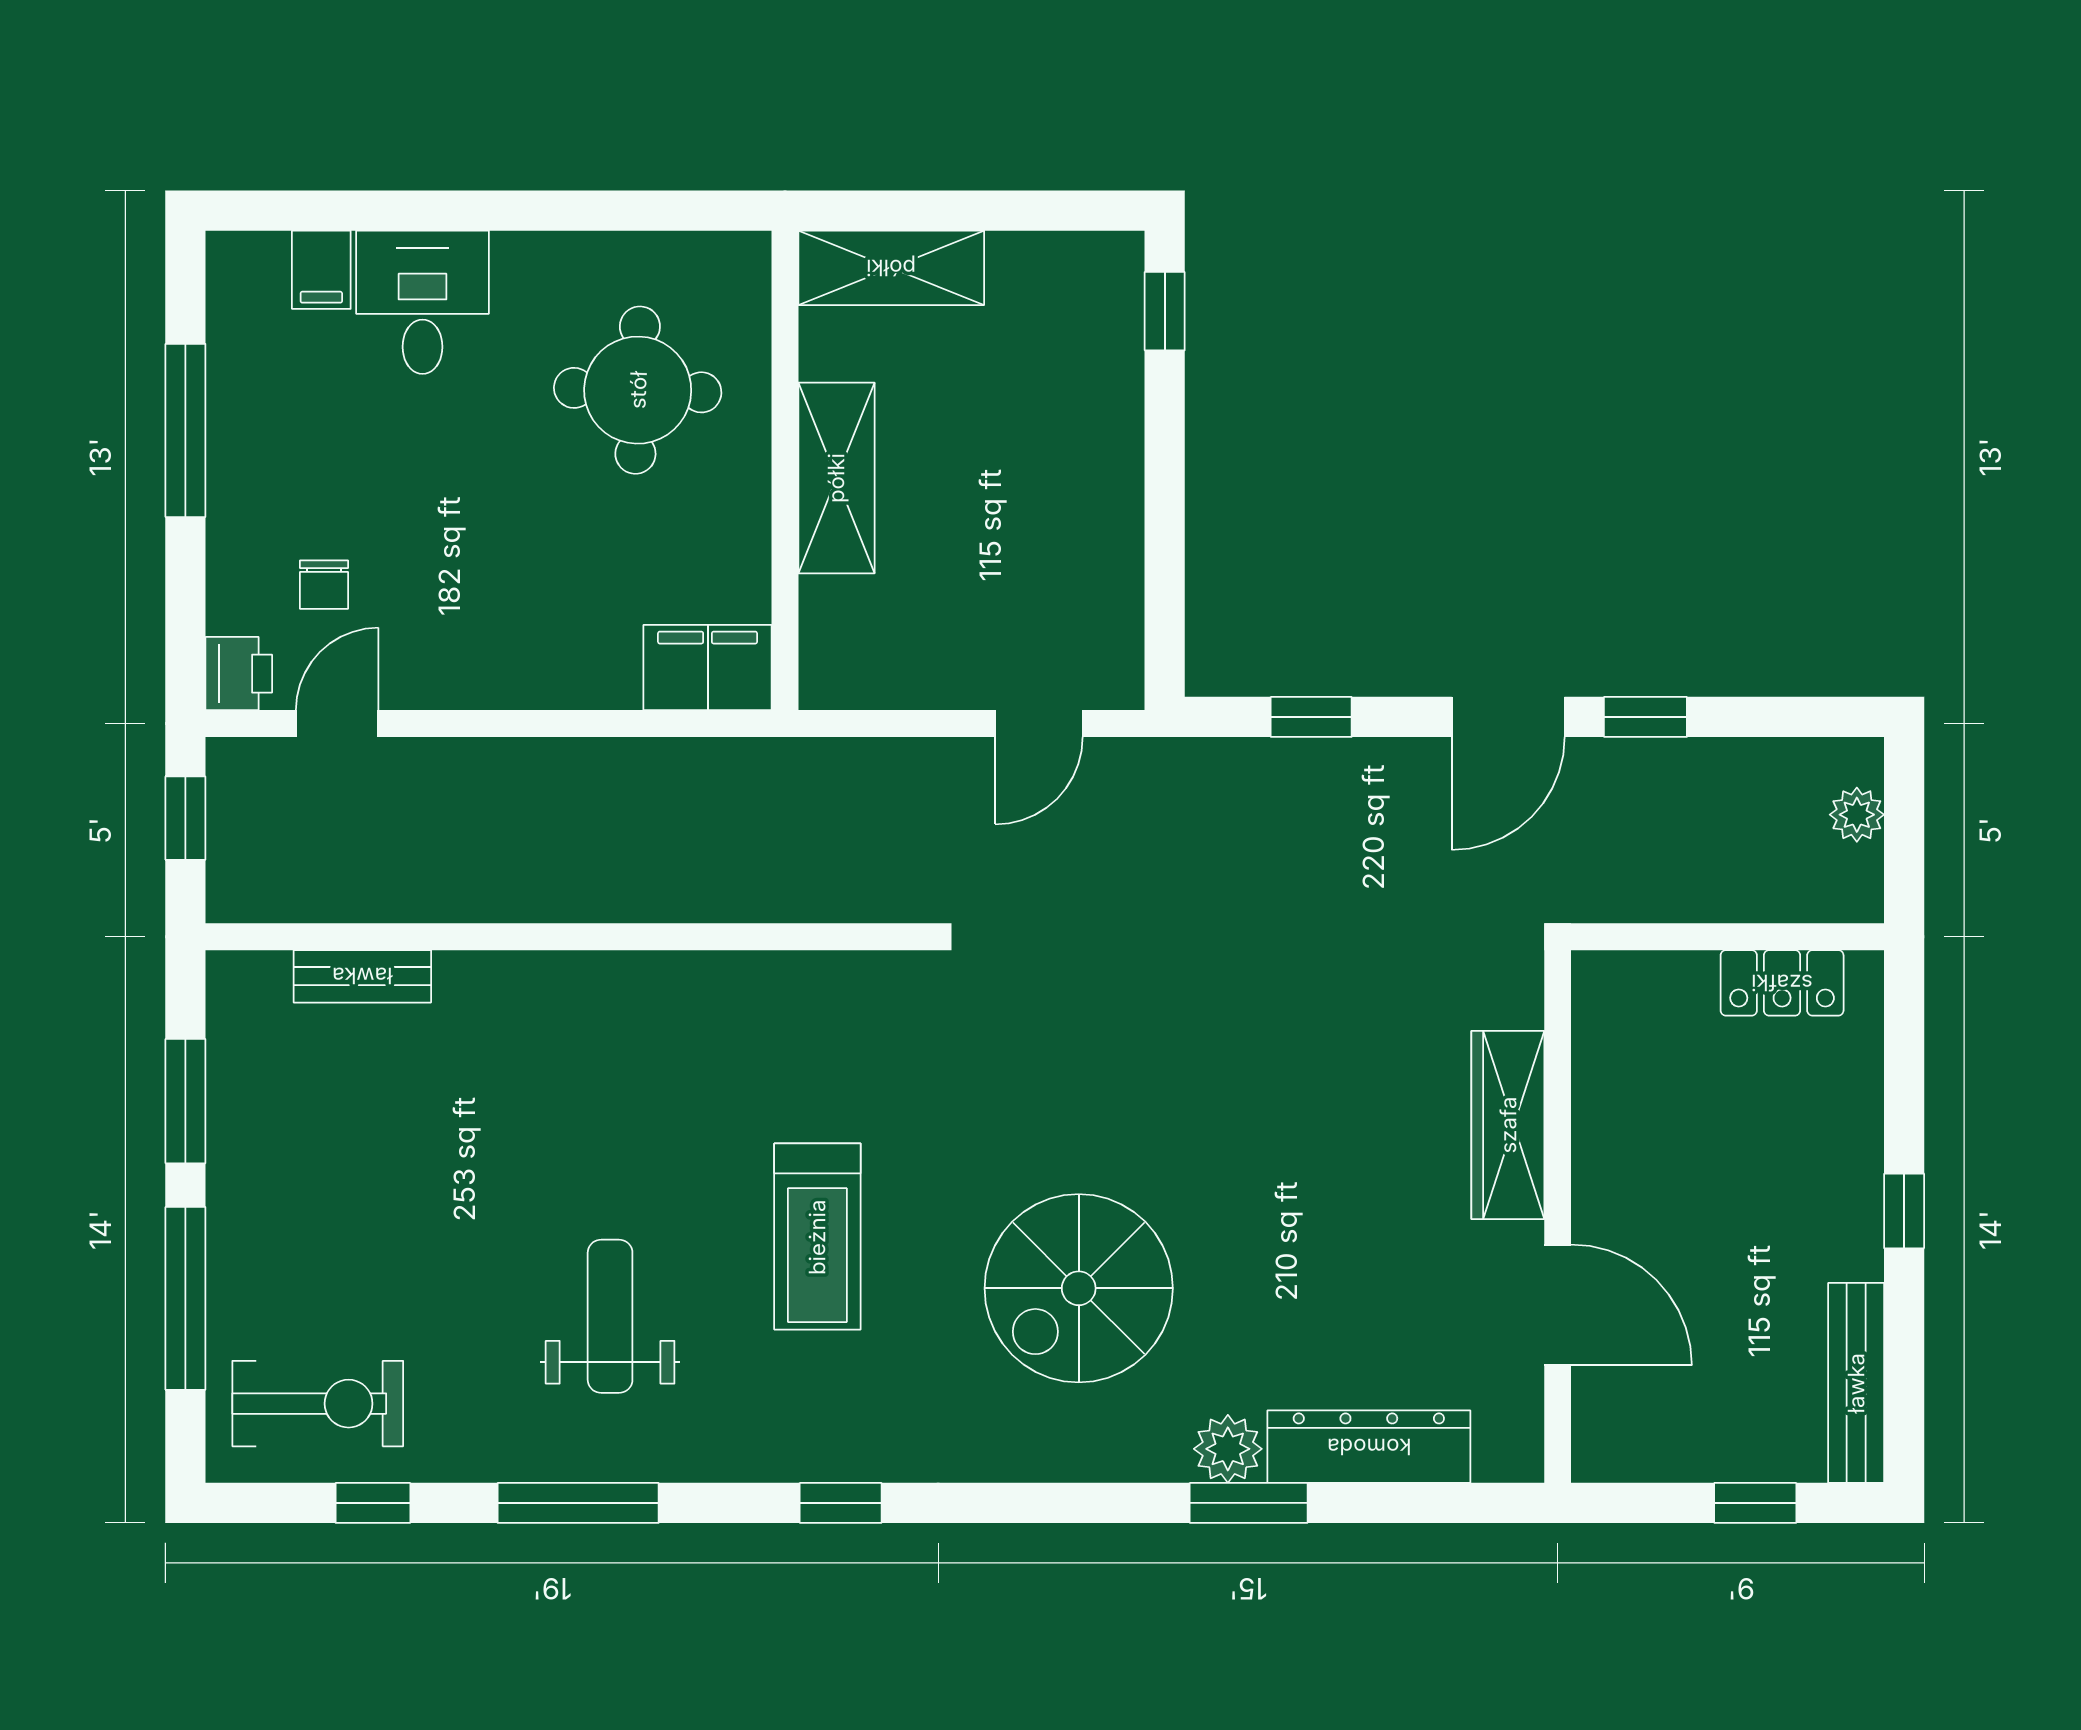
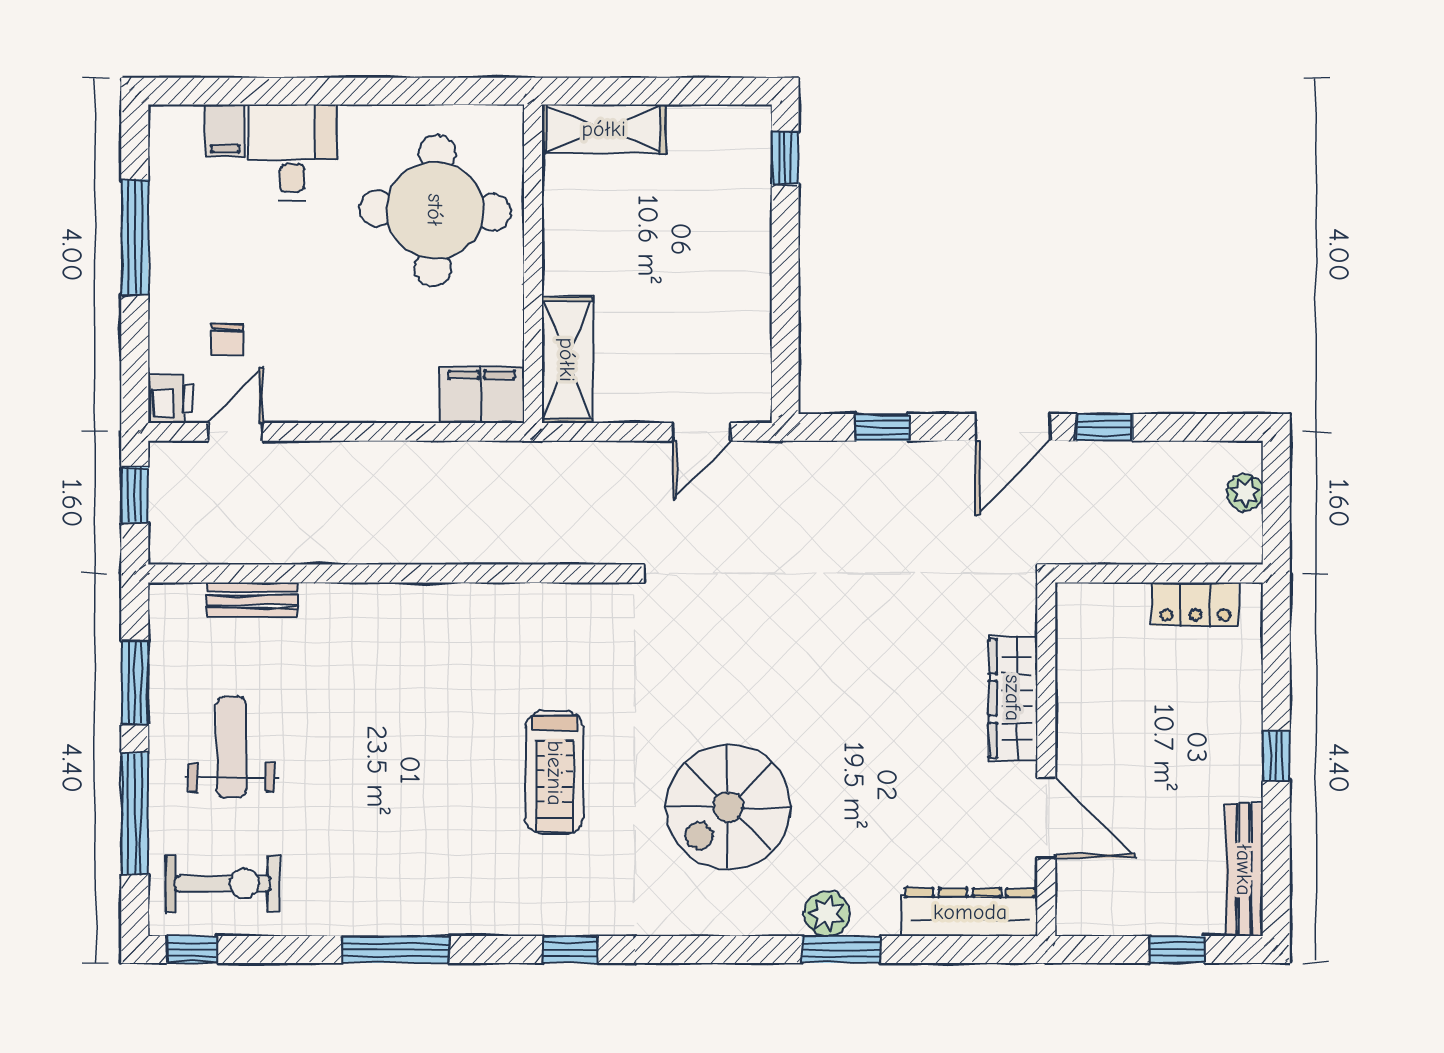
round table: (638, 390) -> (435, 210), width x1.36, depth x1.36
shelving: (836, 478) -> (567, 360), moved
weight bench: (610, 1316) -> (231, 747), moved
dresser: (1369, 1447) -> (970, 912), moved
window: (373, 1503) -> (192, 950), moved

